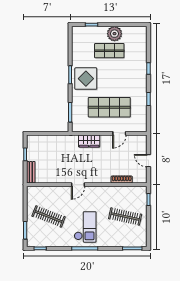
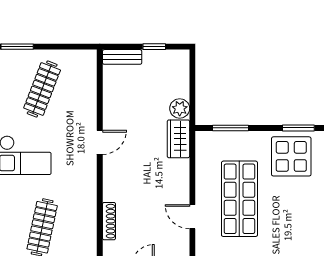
plant: (59, 140) -> (180, 108), added
wardrobe: (89, 141) -> (178, 139), moved
door: (78, 185) -> (100, 142), swing flipped

